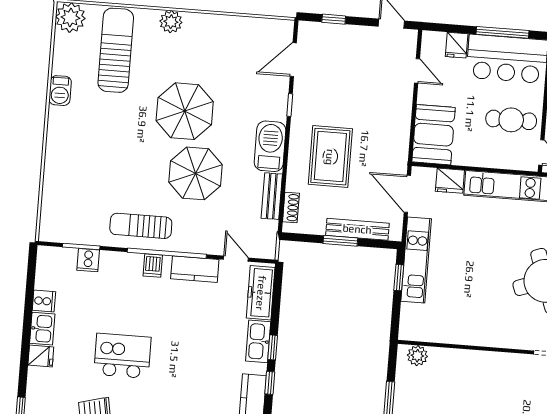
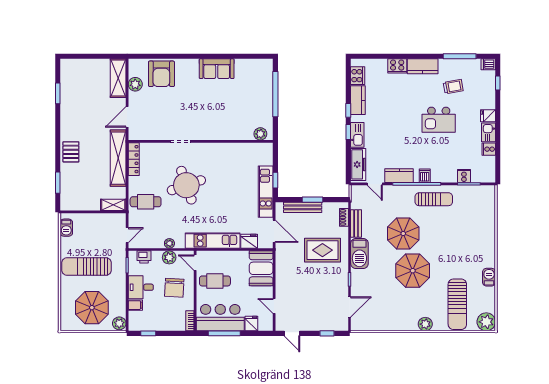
rug: (330, 157) -> (322, 250), turned 90

